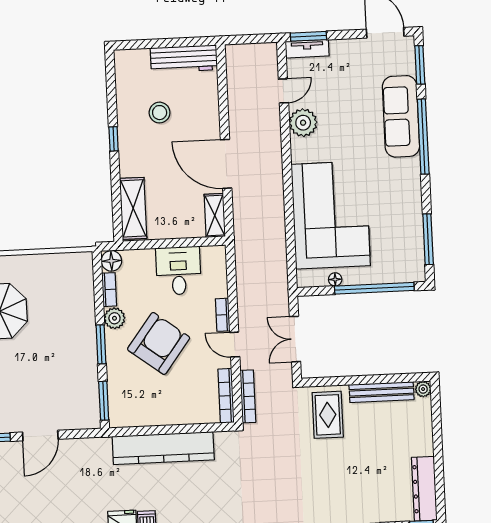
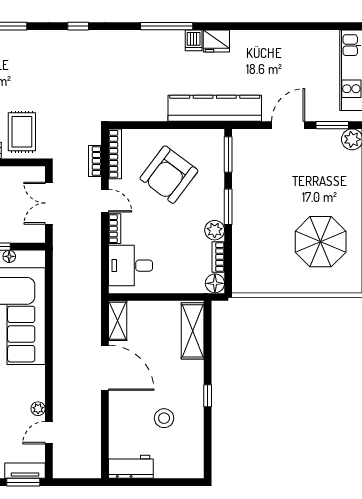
workbench: (184, 59) -> (131, 467), width x0.73
plant: (303, 123) -> (38, 409), width x0.53, depth x0.53
desk: (178, 271) -> (131, 266), moved, turned 90
double door: (295, 339) -> (49, 203), swing flipped
armchair: (159, 343) -> (169, 175), moved
bookcase: (248, 396) -> (95, 161), width x0.64
kitchen counter: (163, 448) -> (215, 108), moved

